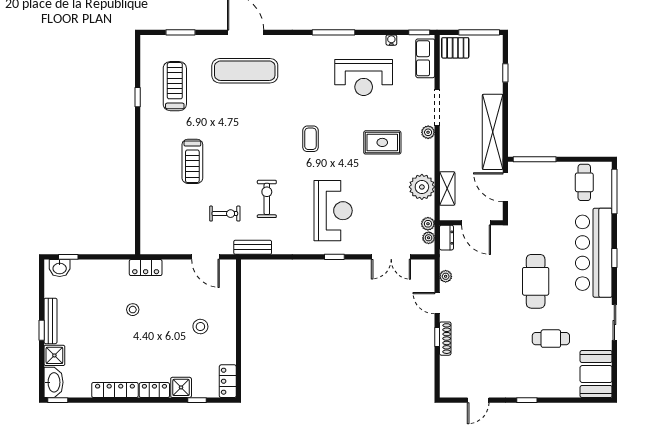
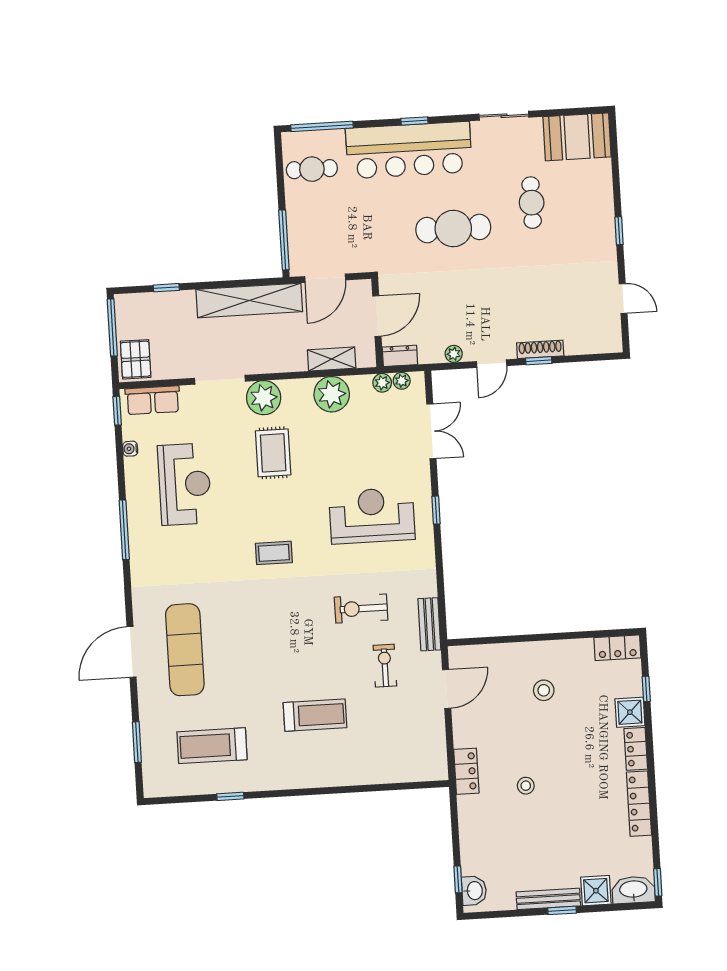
plant: (428, 132) -> (264, 398), width x1.87, depth x1.87

